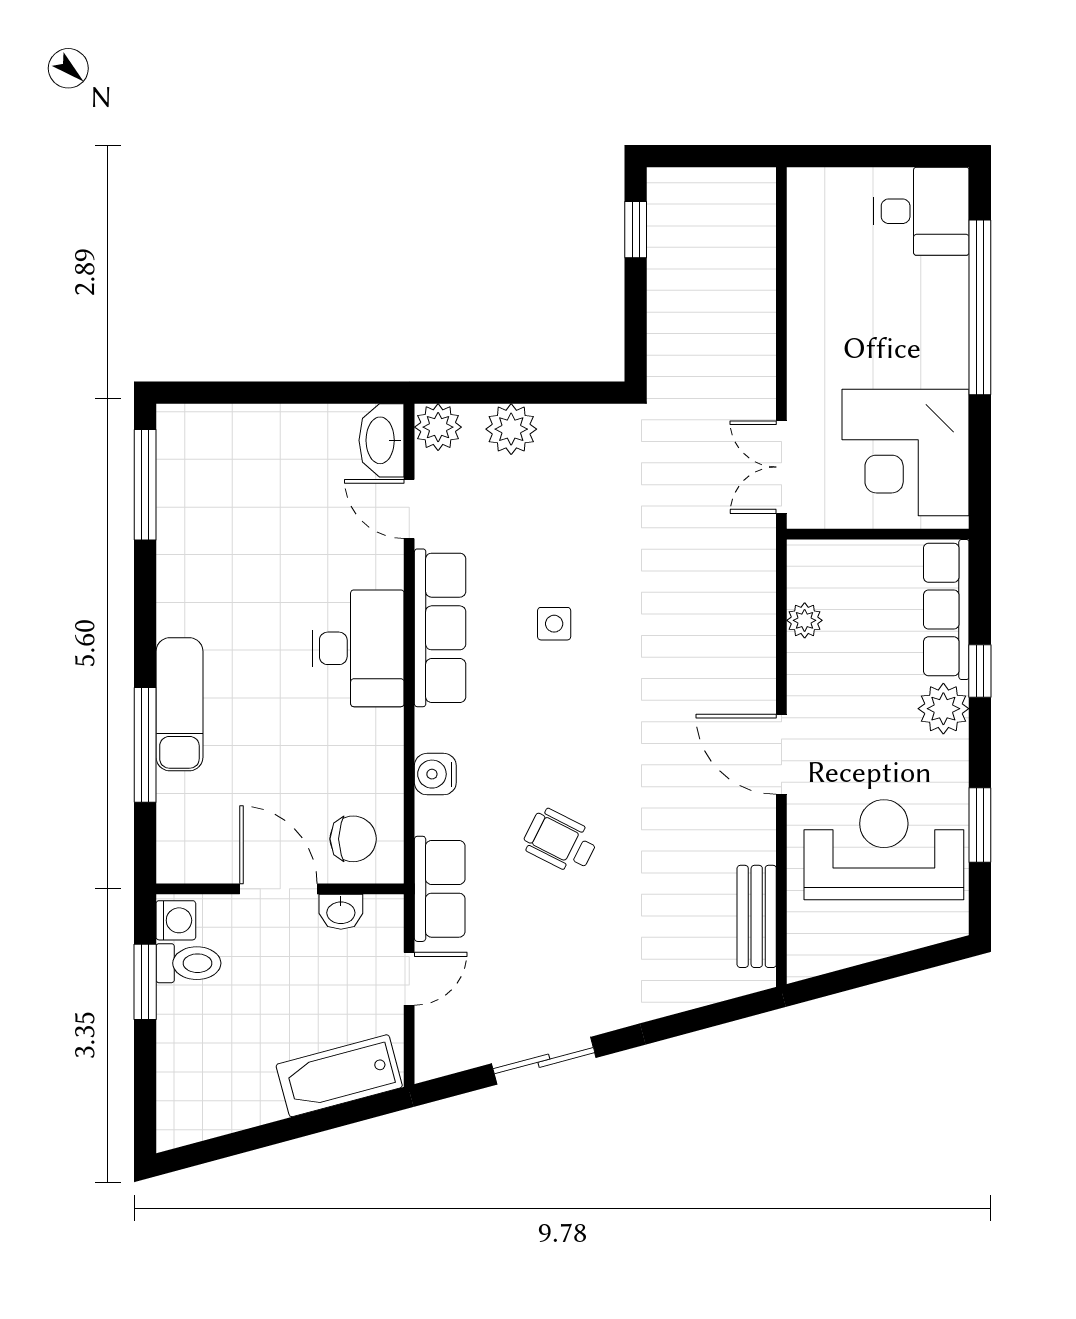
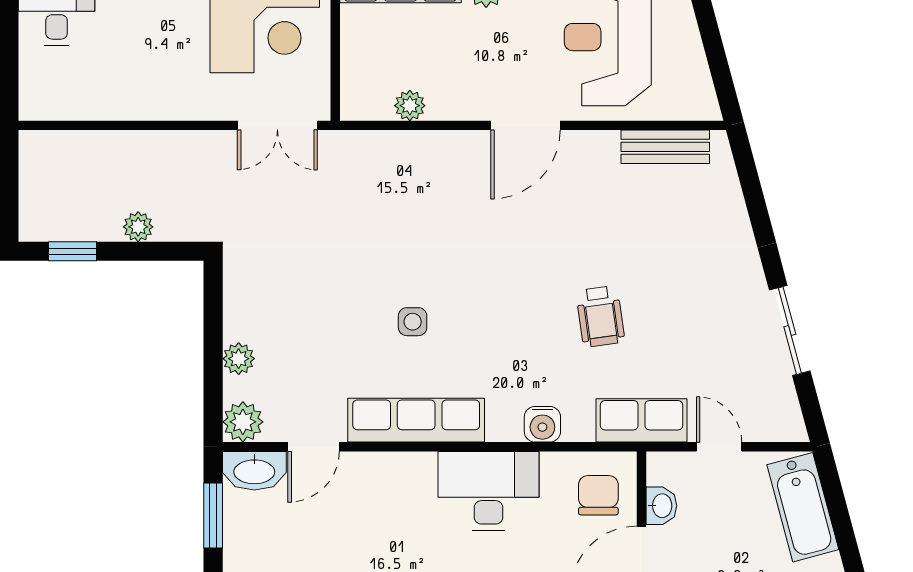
plant: (664, 306) -> (138, 227), added
window: (330, 393) -> (213, 515), added
plant: (511, 429) -> (239, 359), width x0.73, depth x0.73
desk: (358, 648) -> (488, 491), moved
wheelchair: (560, 841) -> (600, 316), turned -35

